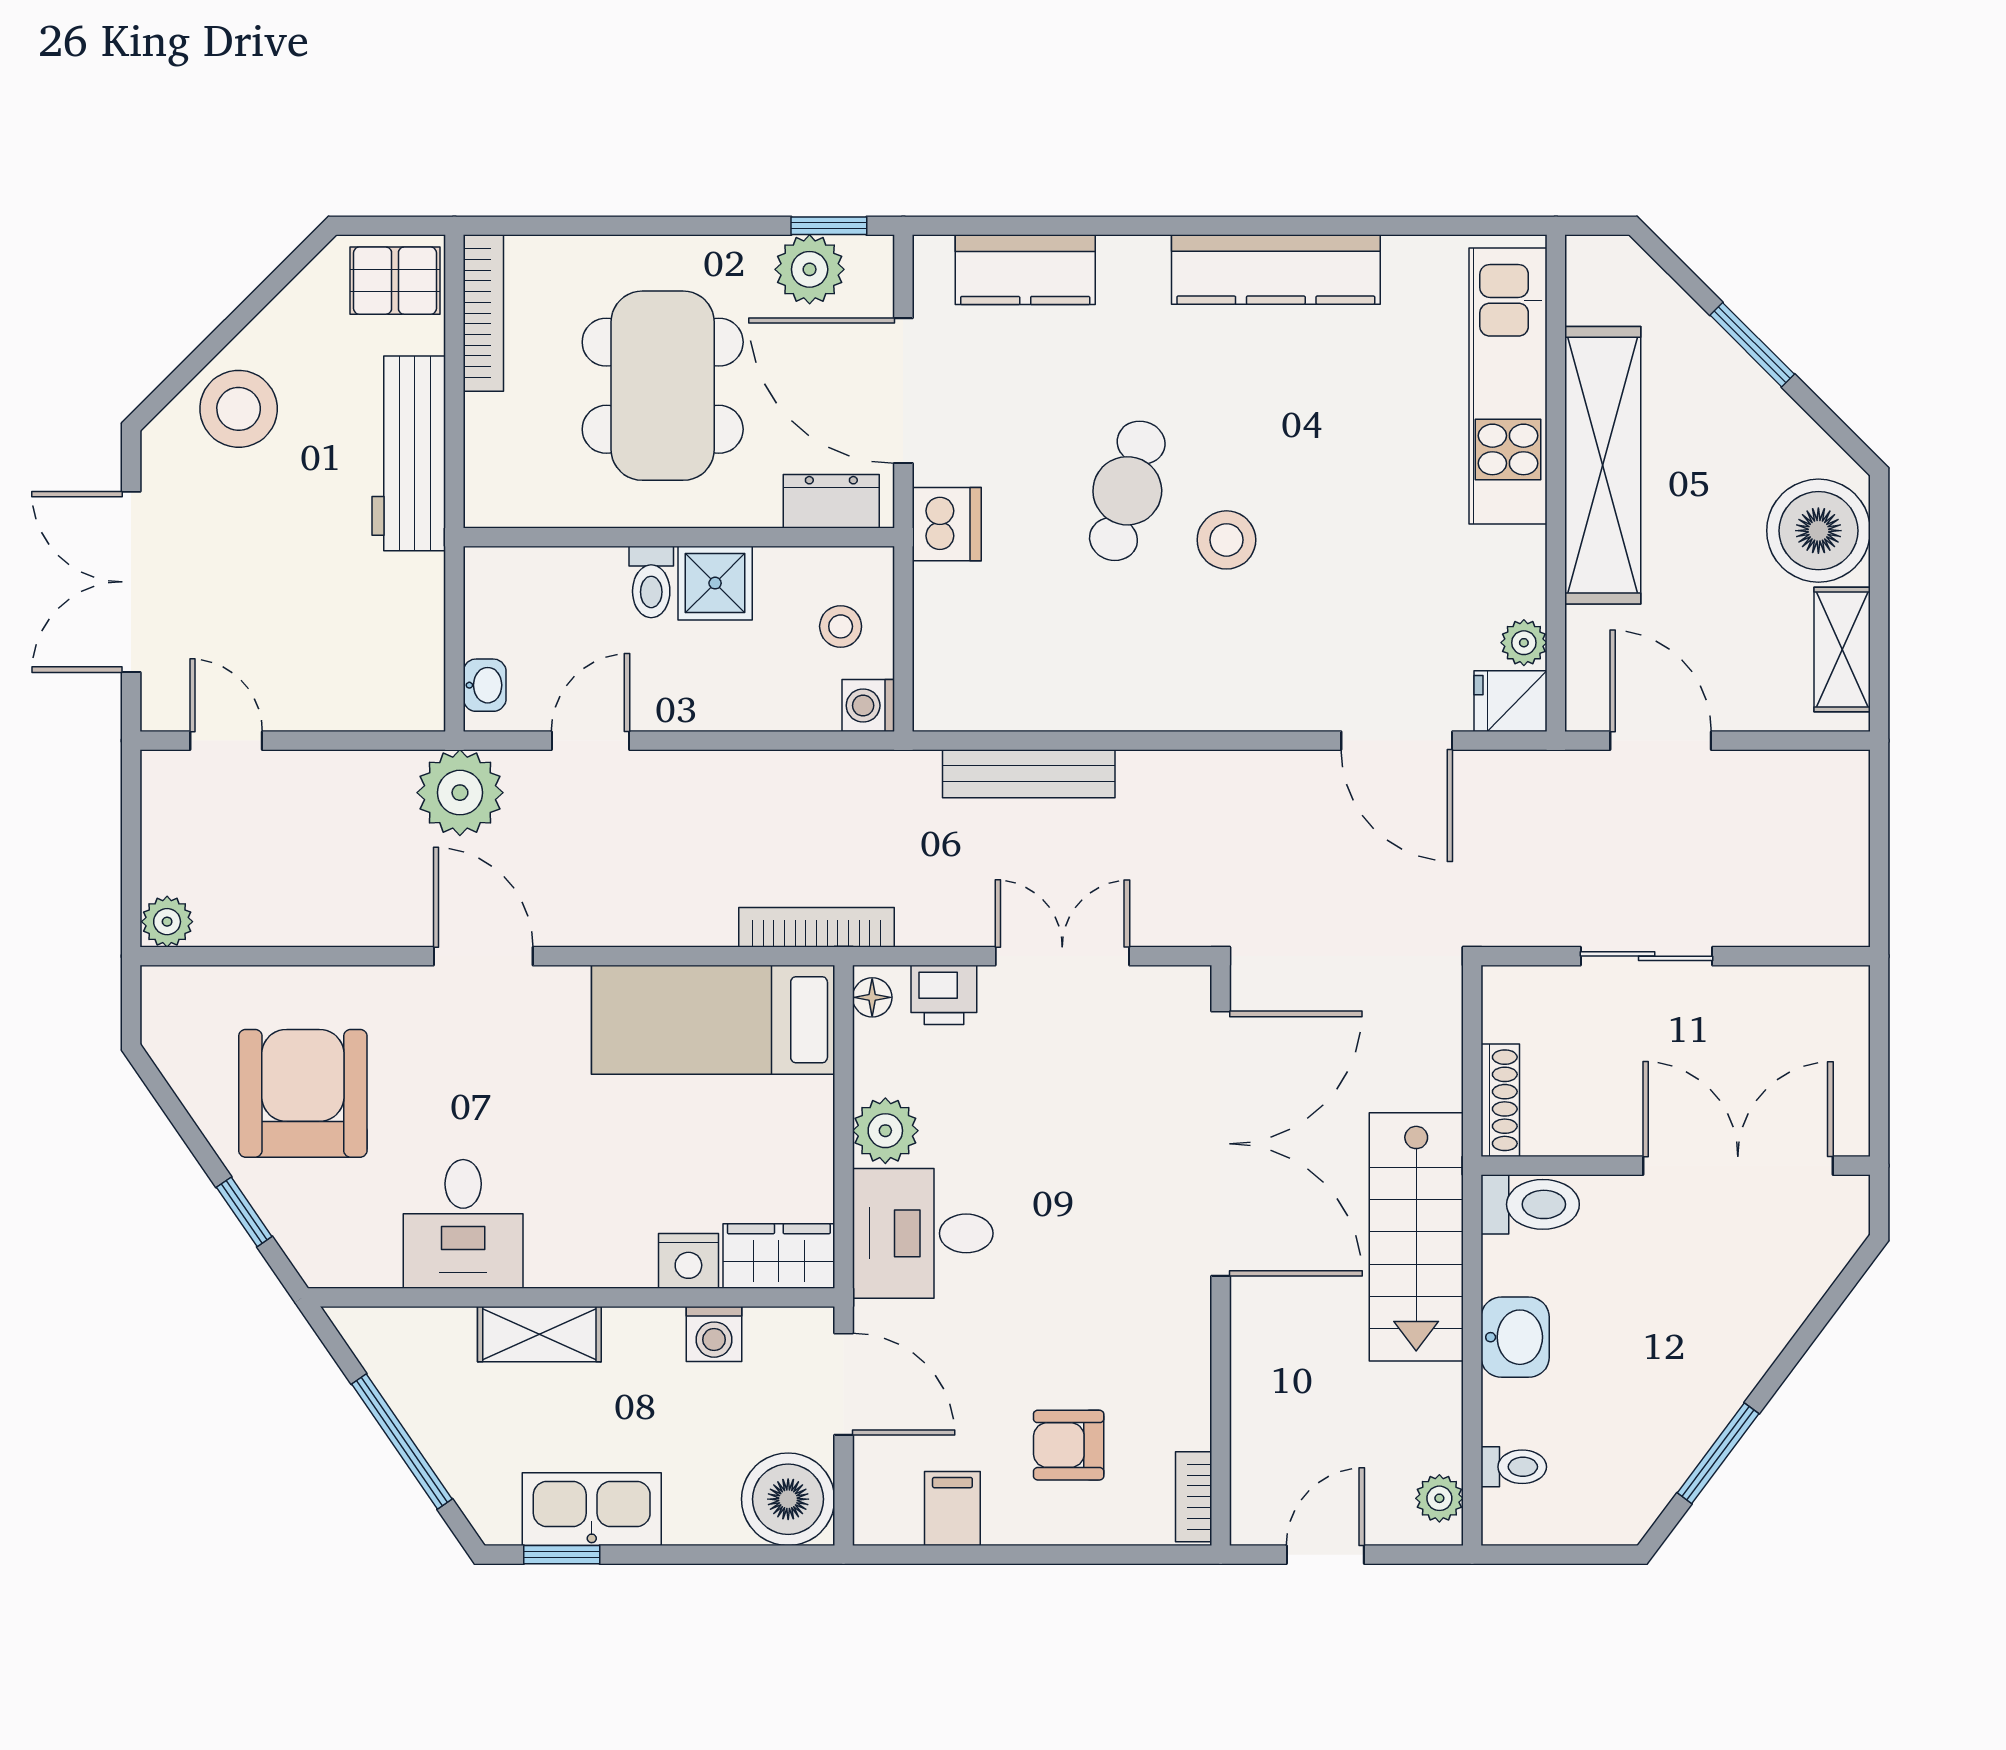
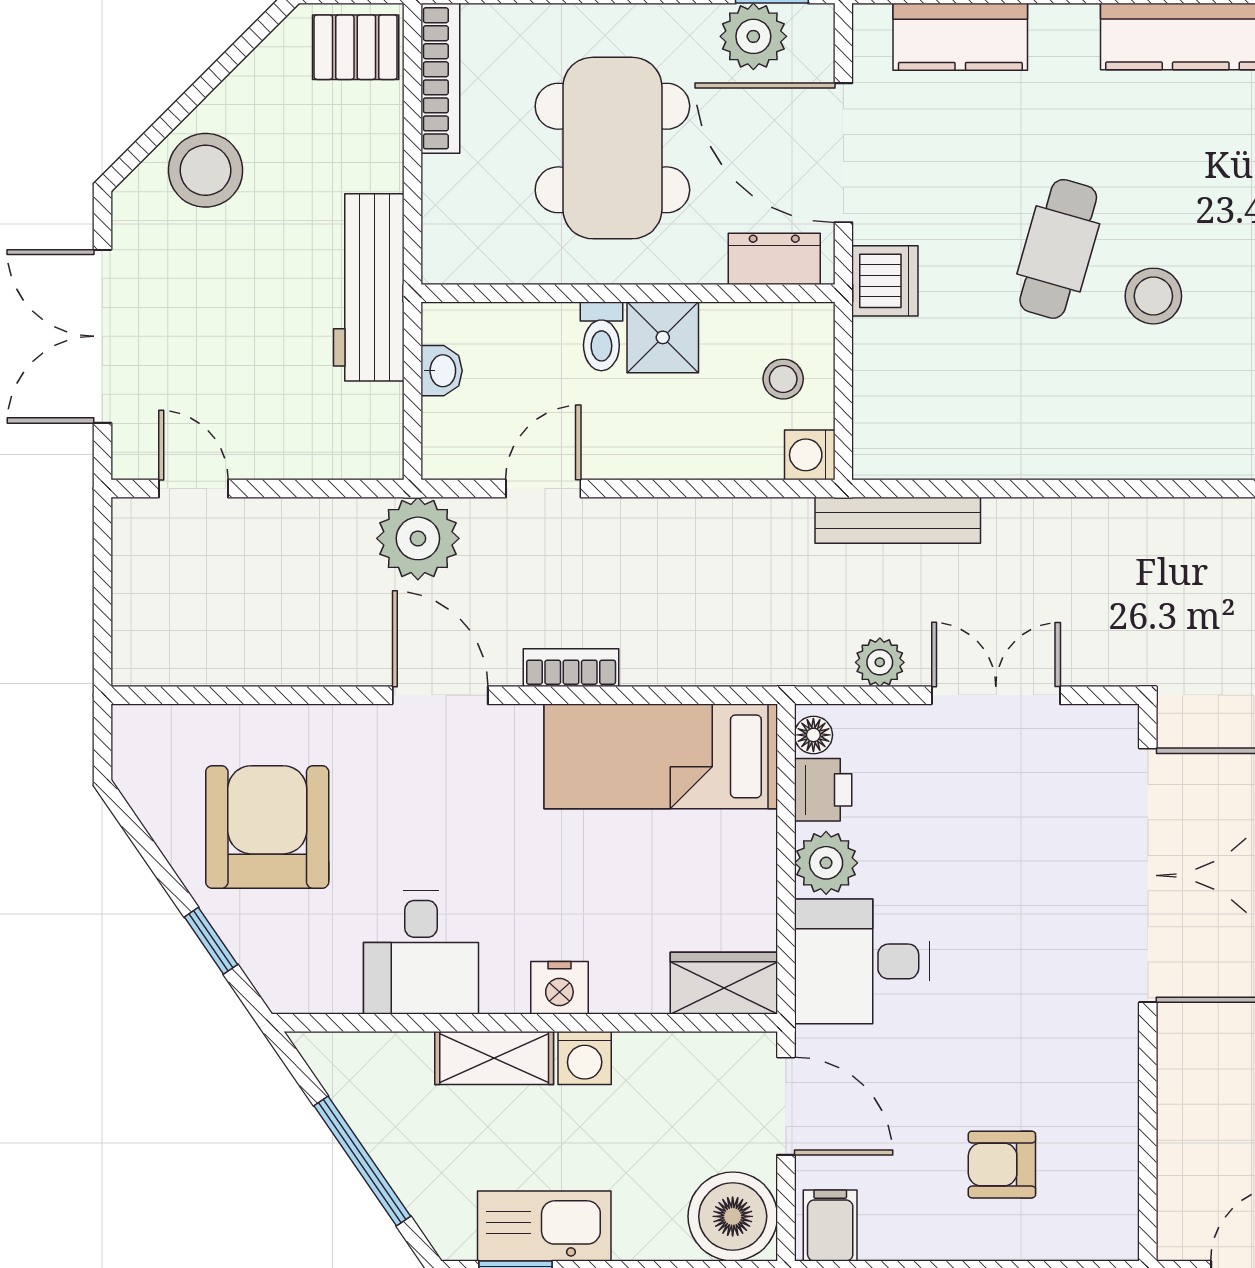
workbench: (409, 453) -> (369, 287), moved
washbasin: (485, 685) -> (442, 371), moved
bench: (1029, 774) -> (898, 520), moved
plant: (167, 922) -> (880, 662), moved
bookcase: (817, 927) -> (571, 668), moved, width x0.64
printer: (944, 995) -> (823, 790), moved, turned -90
nightstand: (688, 1261) -> (559, 988), moved
washing machine: (714, 1334) -> (585, 1058), moved
bookcase: (1194, 1497) -> (1122, 1214), removed
filing cabinet: (952, 1509) -> (830, 1225), moved

